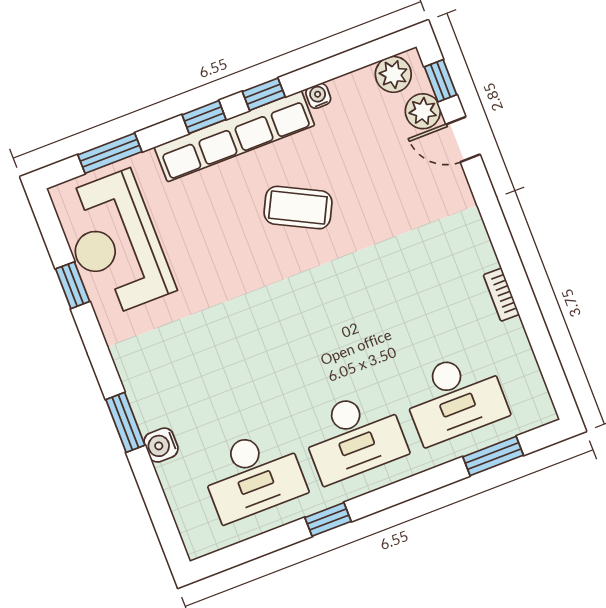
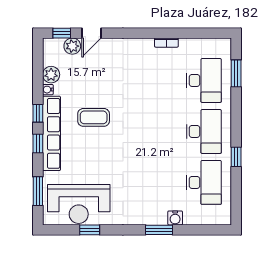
plant: (393, 74) -> (51, 75), moved
coffee table: (298, 208) -> (94, 117), turned 63

